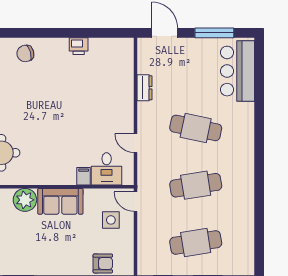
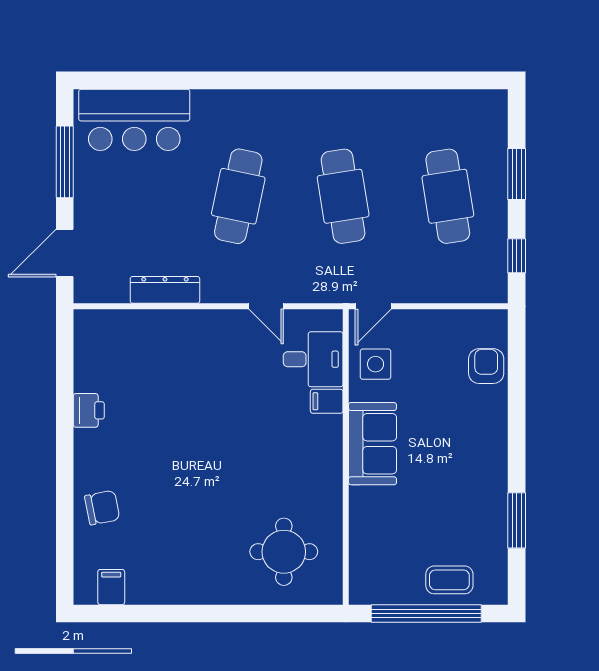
chair: (25, 53) -> (102, 508), turned -85
dresser: (144, 88) -> (165, 290), width x1.44
door: (135, 143) -> (266, 306), hinge flipped
plant: (25, 200) -> (370, 508), removed
side table: (111, 220) -> (376, 364), moved

